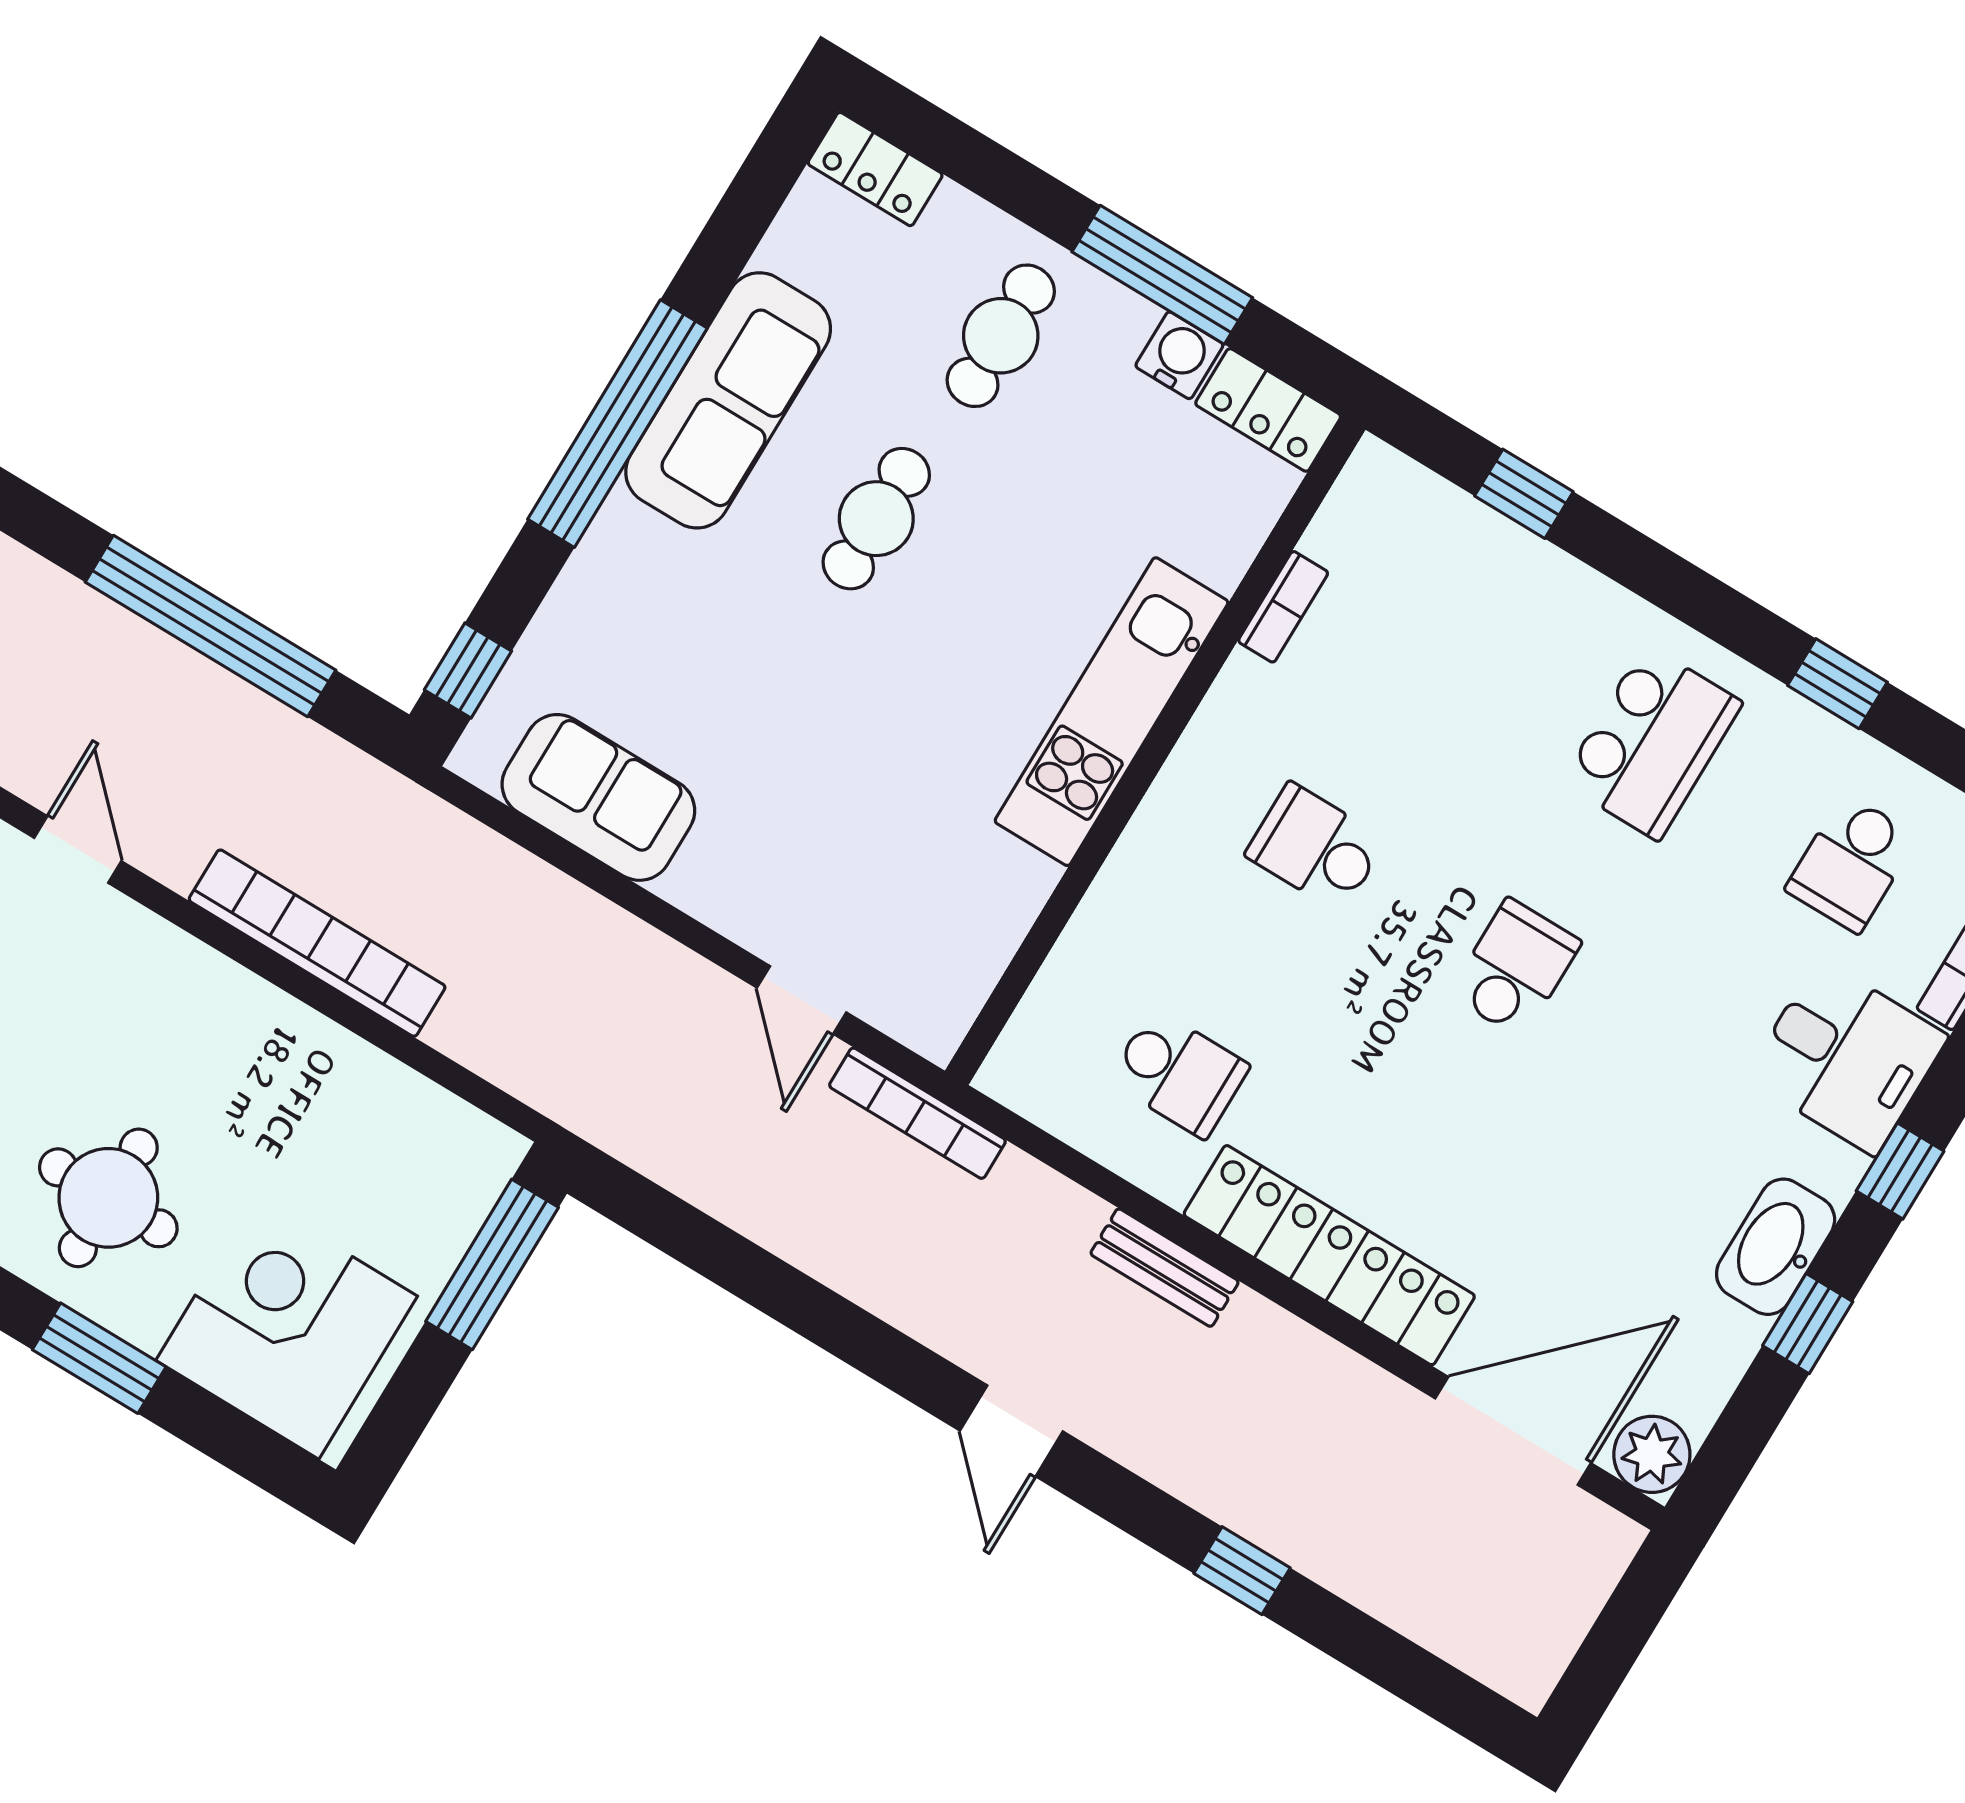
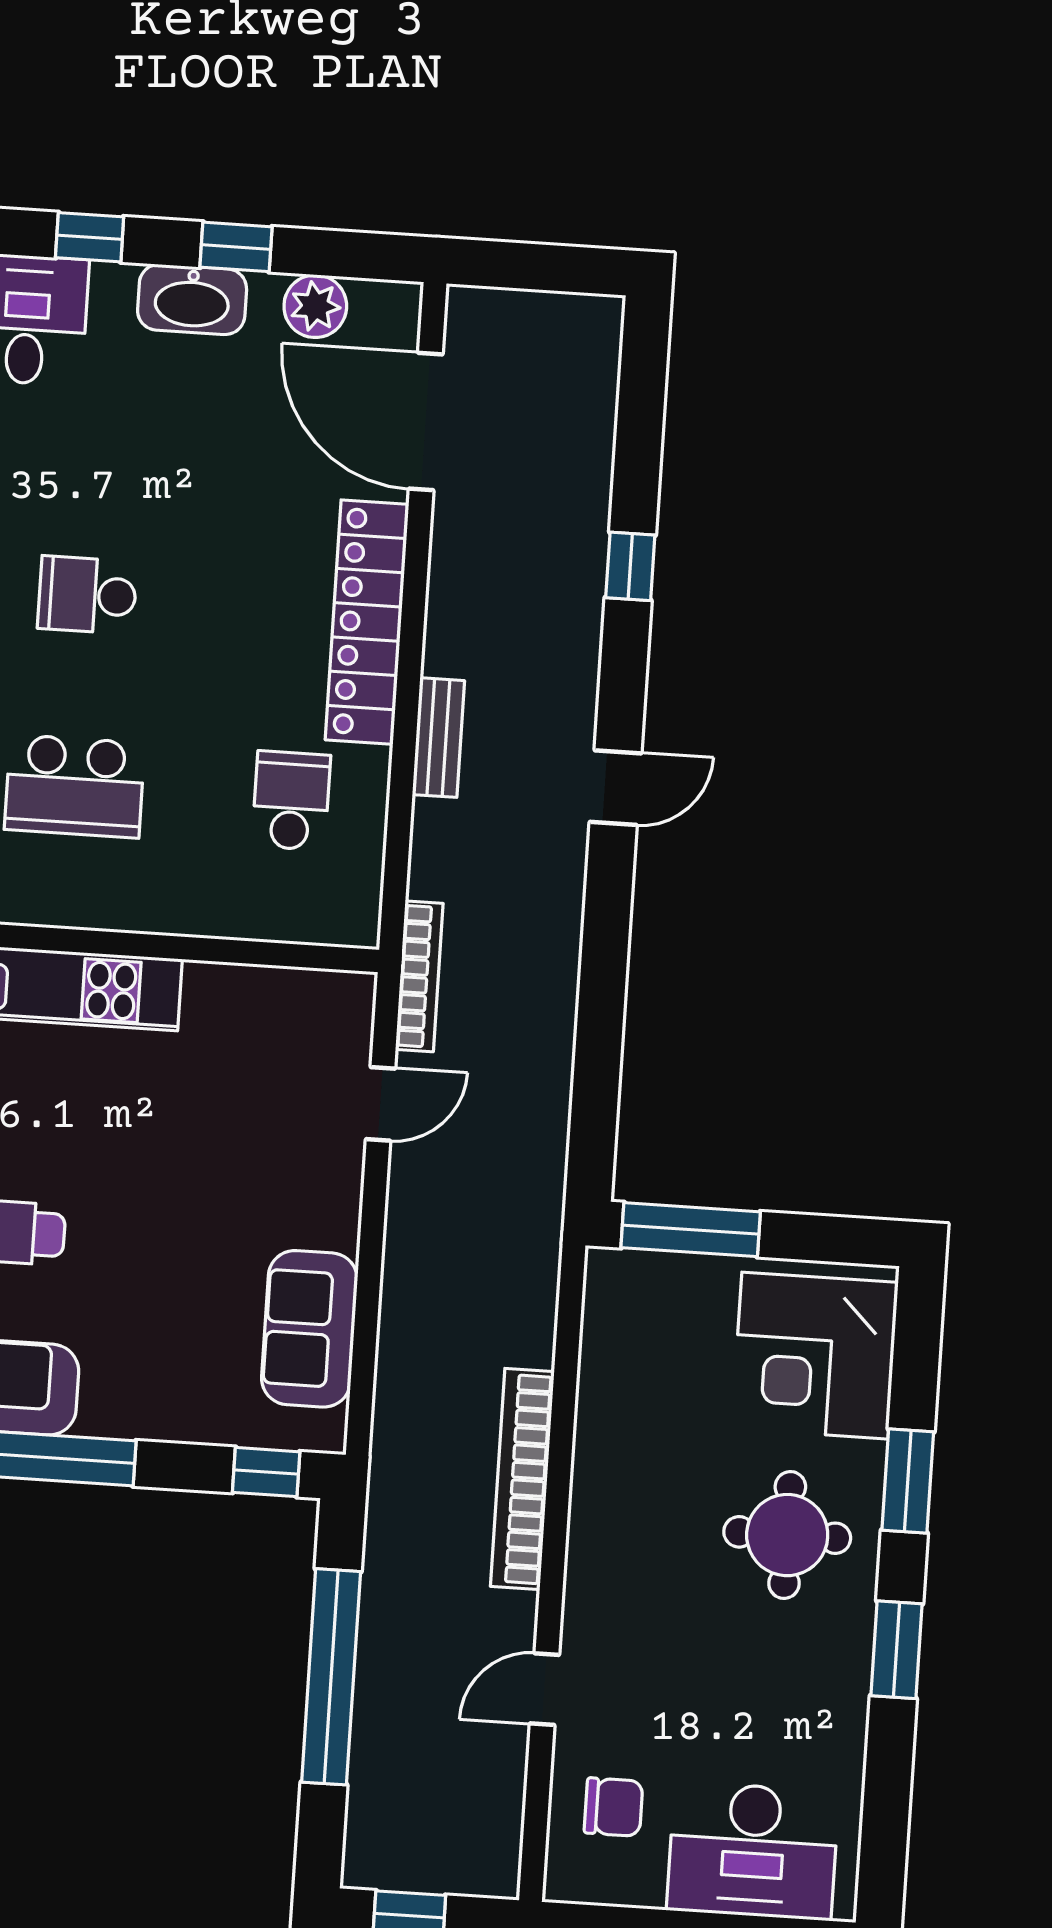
school desk: (1316, 848) -> (75, 786), width x1.85
plant: (1652, 1454) -> (315, 306), moved

